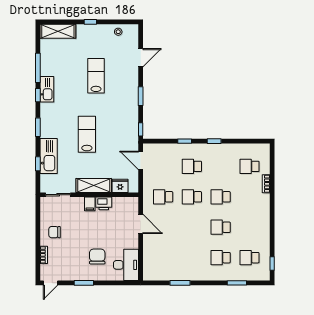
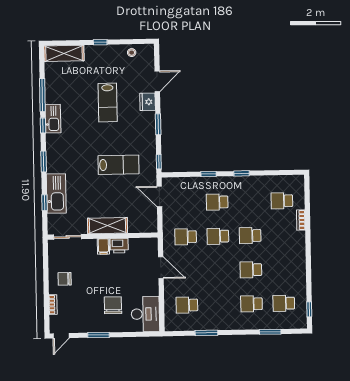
lab bench: (96, 76) -> (108, 103), turned 180
lab bench: (87, 134) -> (119, 165), moved, turned 90
fridge: (120, 186) -> (148, 102), moved, turned -90
school desk: (163, 258) -> (187, 305), added

